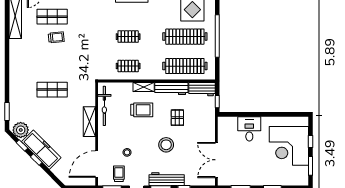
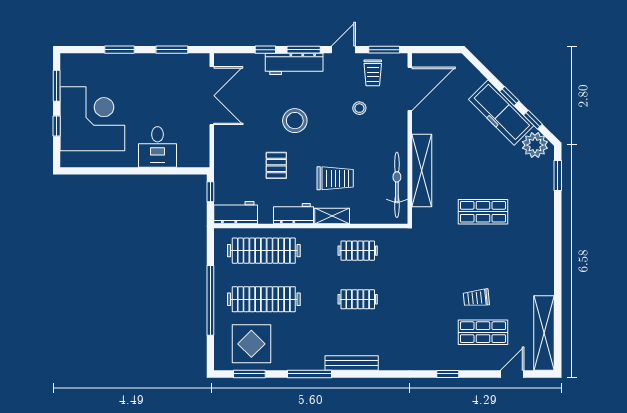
workbench: (171, 88) -> (294, 214), width x0.73
trolley: (142, 110) -> (335, 178), turned 180
shelving: (89, 122) -> (422, 170), width x1.47

